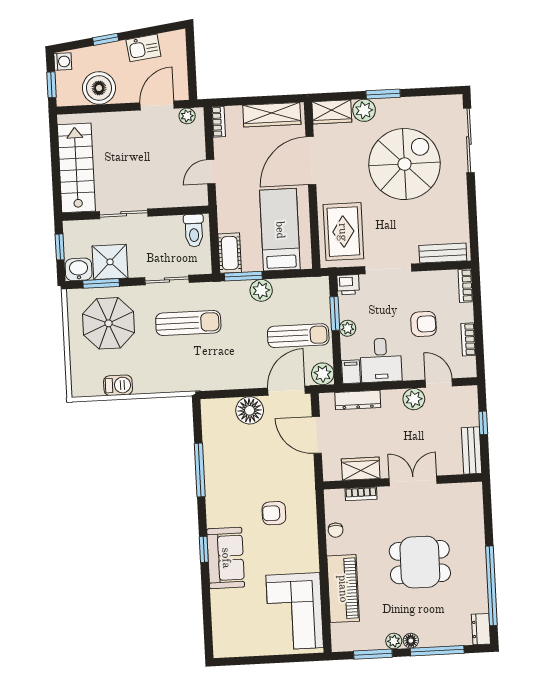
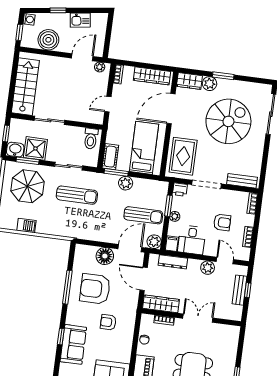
bench: (472, 451) -> (240, 290), moved
armchair: (244, 465) -> (95, 289), added
wardrobe: (361, 469) -> (161, 304), width x1.50

